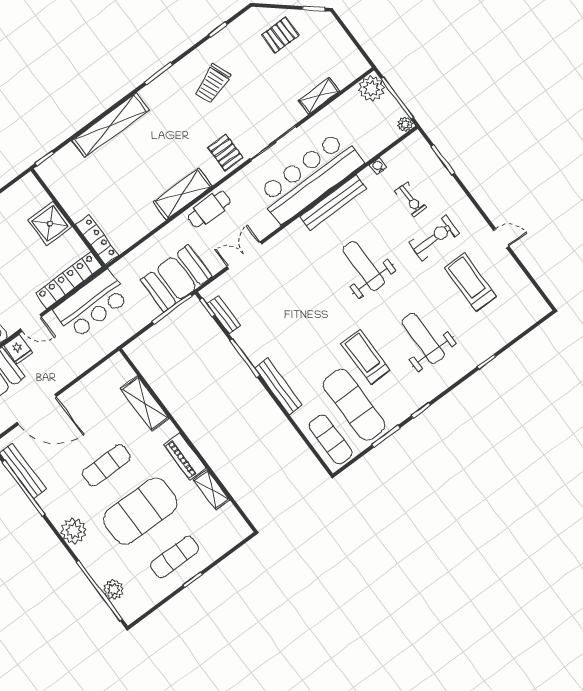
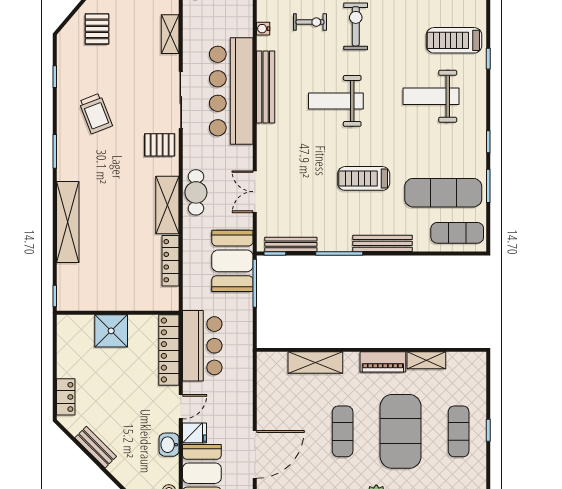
locker: (97, 240) -> (170, 261), moved, turned -90
treadmill: (470, 282) -> (454, 40), moved
bench: (224, 315) -> (291, 244), width x1.36
treadmill: (366, 357) -> (364, 178), moved

